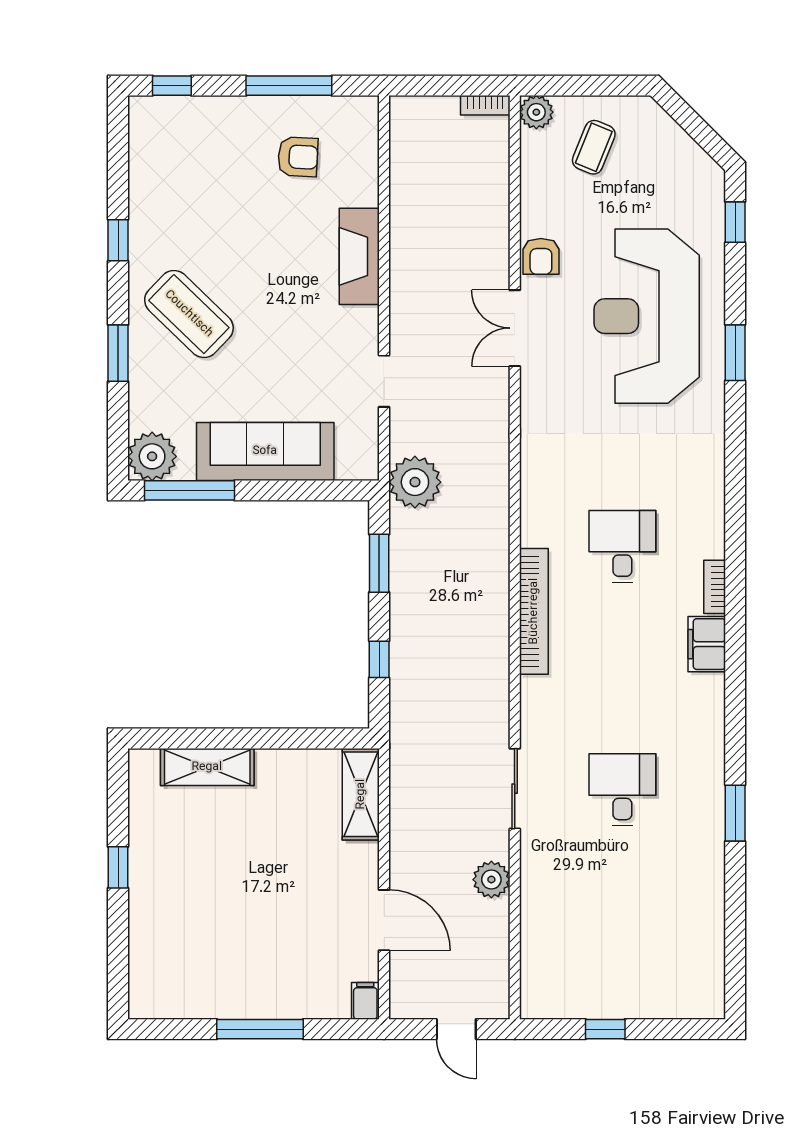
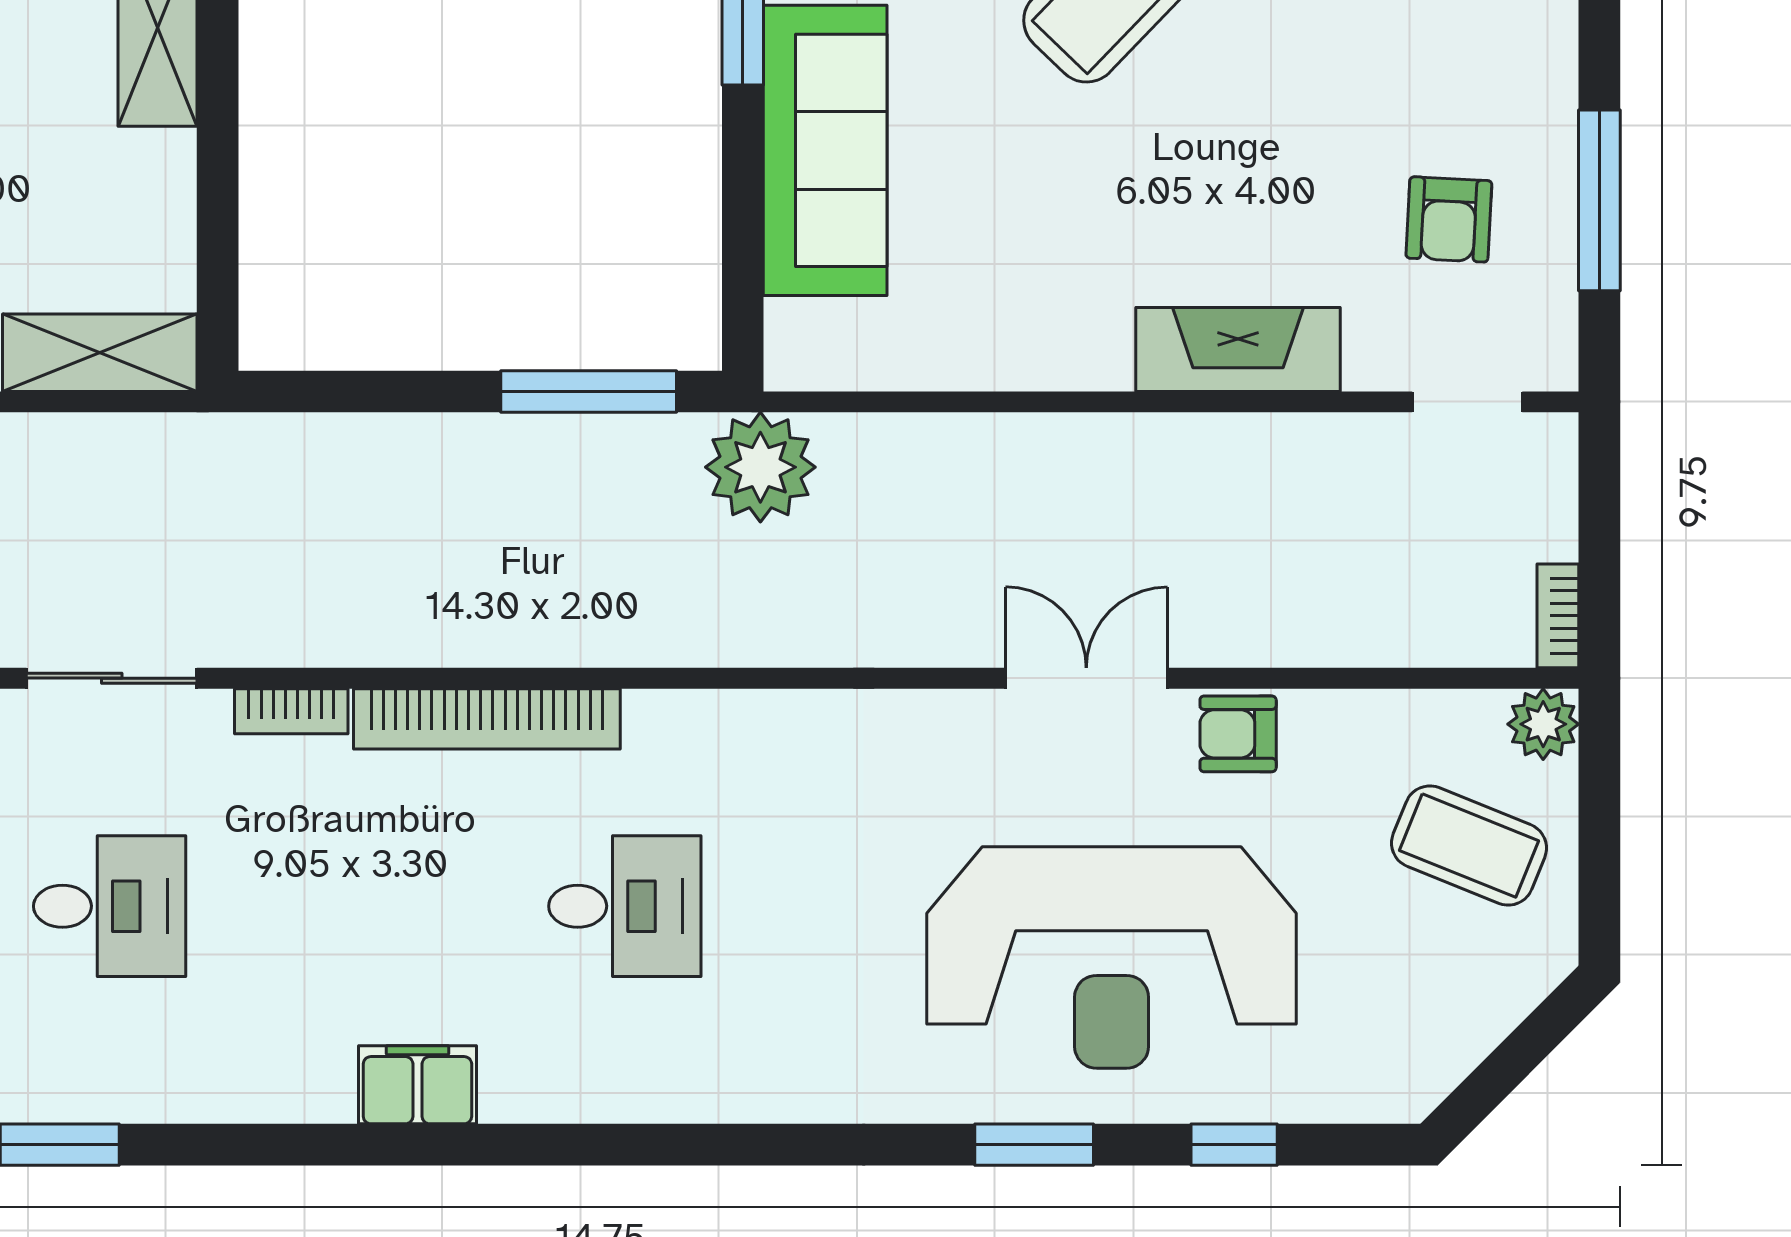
coffee table: (594, 147) -> (1469, 846), width x1.36, depth x1.30
window: (735, 222) -> (1234, 1145), moved
reception desk: (647, 316) -> (1112, 958), turned 180
doorway: (384, 381) -> (1467, 402), moved
window: (379, 563) -> (589, 392), width x1.44
bookcase: (715, 587) -> (291, 711), moved, turned 180
window: (379, 659) -> (385, 392), removed

